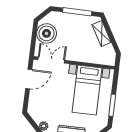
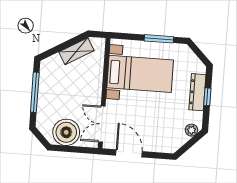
shelving: (102, 34) -> (76, 51), moved

